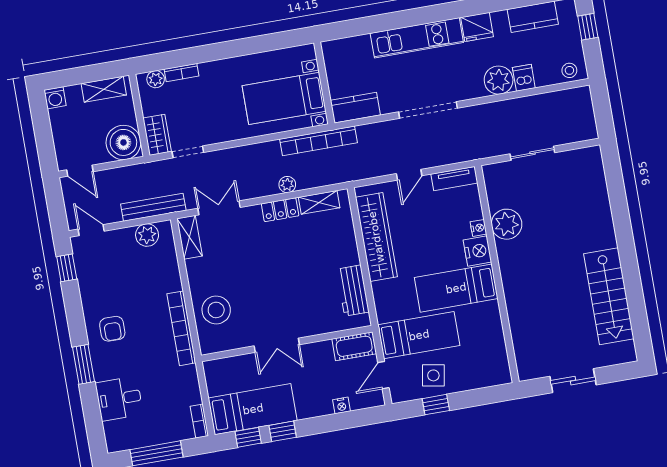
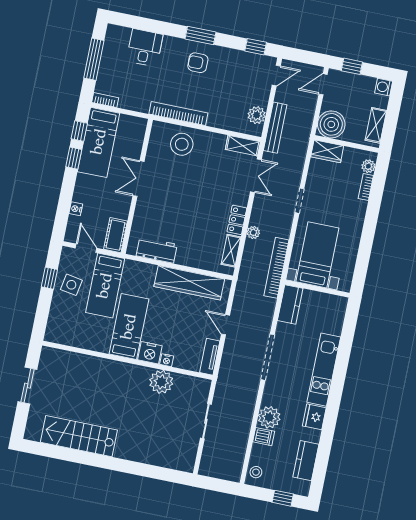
window: (45, 145) -> (352, 66), added
doorway: (188, 152) -> (299, 201), moved
window: (83, 364) -> (201, 36), moved

